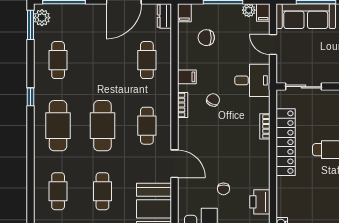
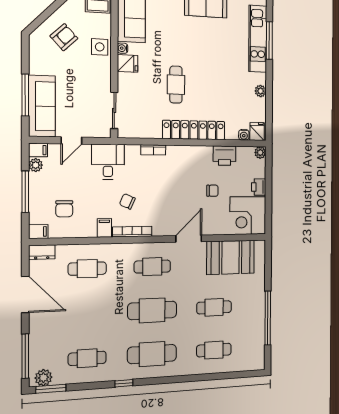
bookcase: (183, 105) -> (132, 232), width x1.56
locker: (286, 142) -> (194, 130), moved

